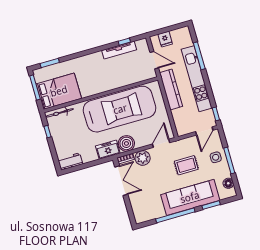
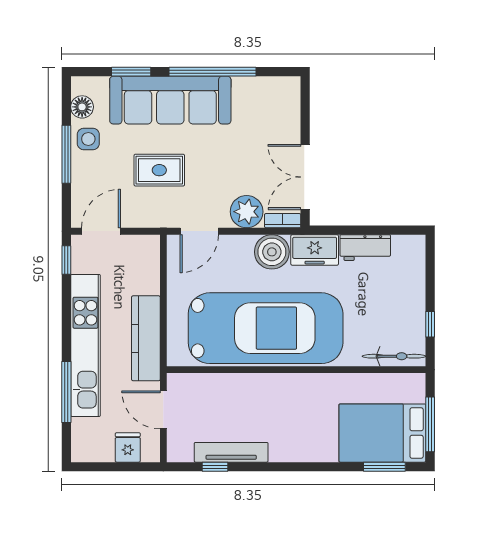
bed: (59, 91) -> (382, 433), moved
car: (120, 109) -> (266, 328), turned 180
side table: (216, 157) -> (88, 139), moved
workbench: (70, 162) -> (365, 248), moved

